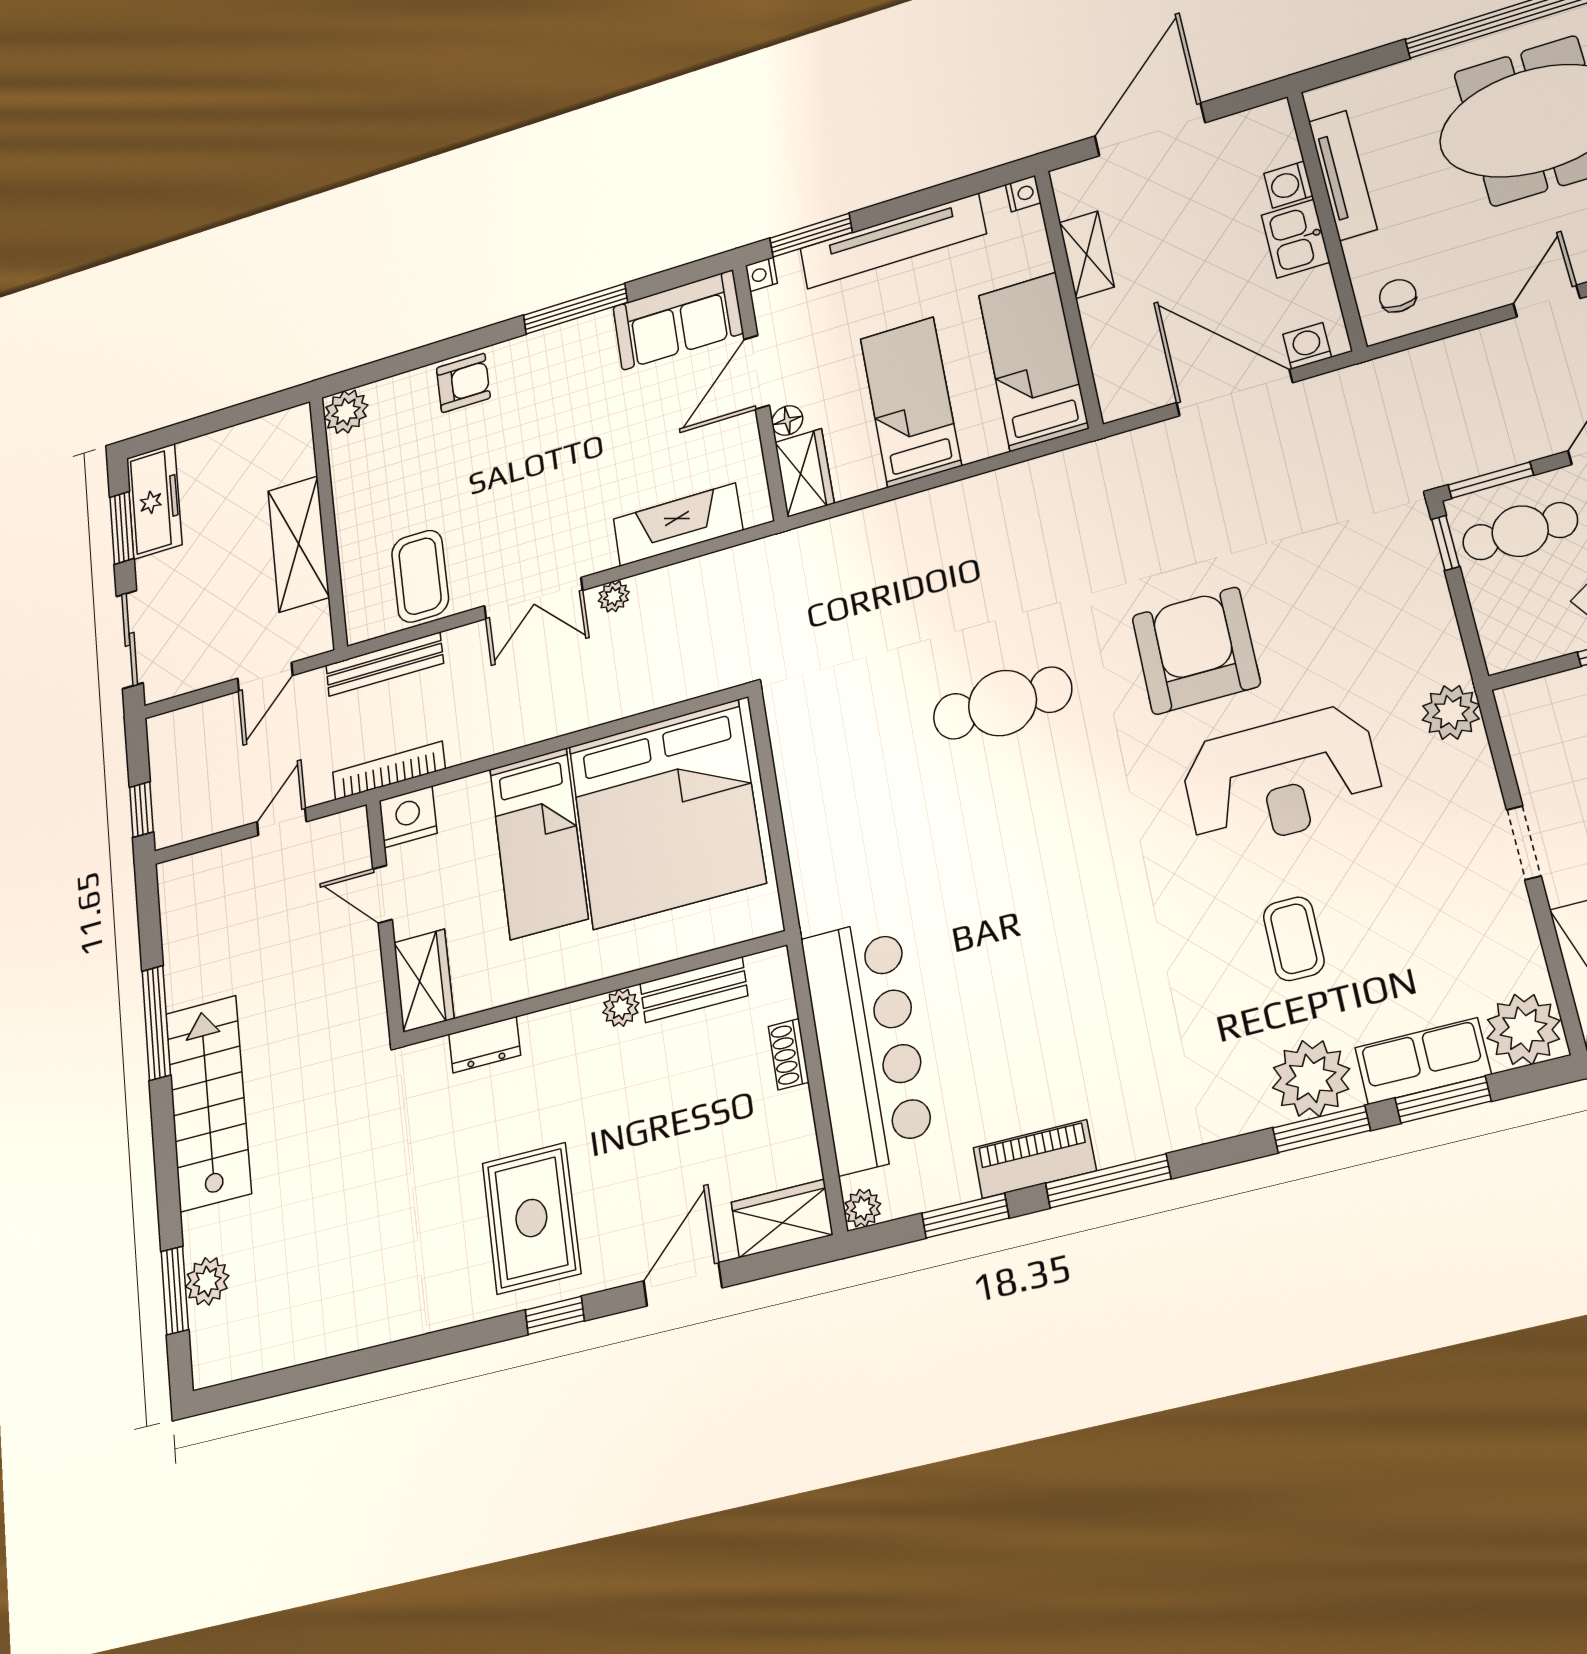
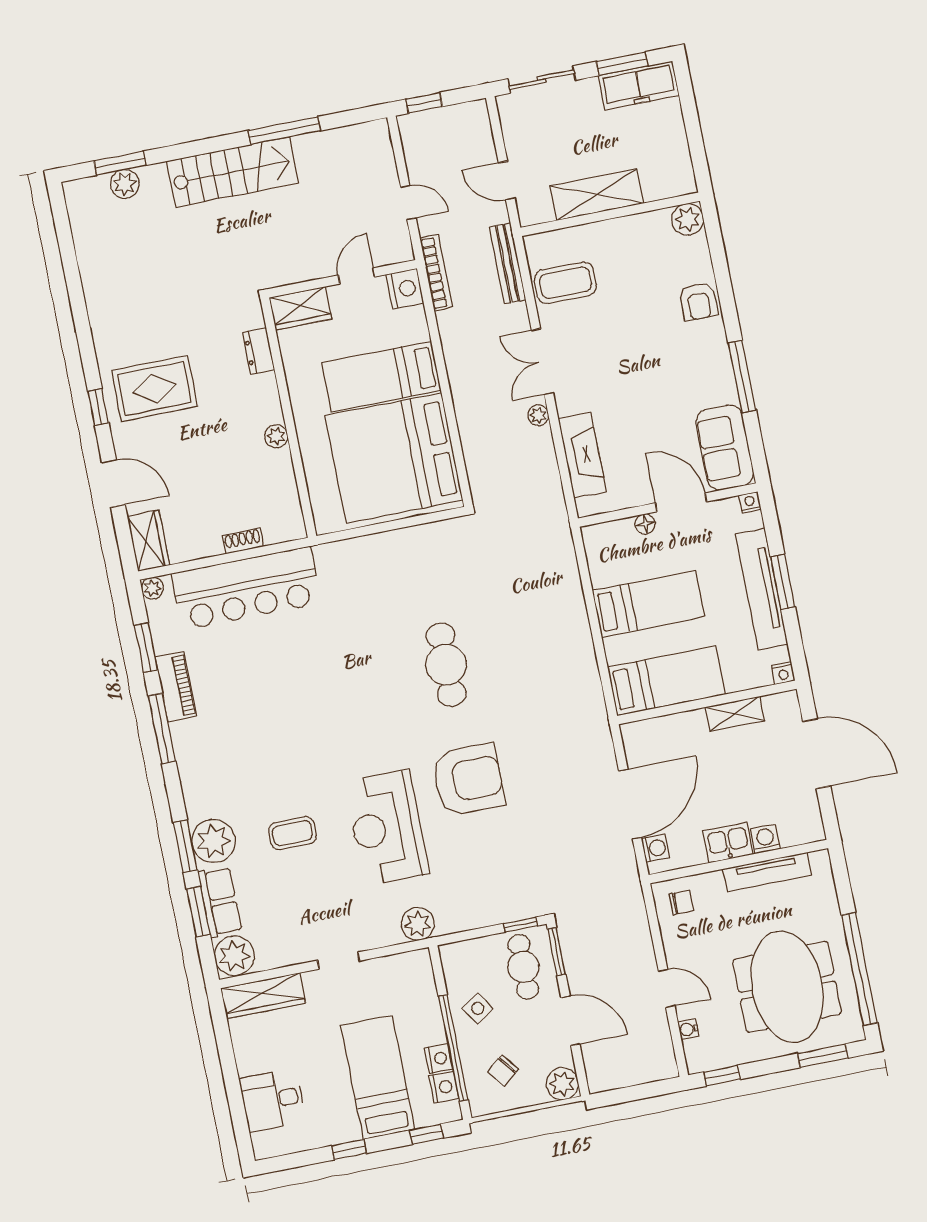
window: (811, 235) -> (783, 582), moved
wardrobe: (804, 473) -> (608, 537), removed
bench: (694, 990) -> (284, 481), removed

